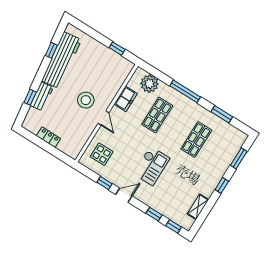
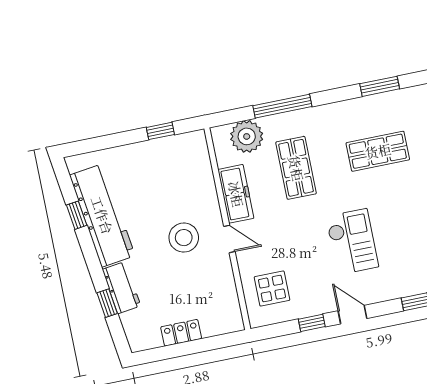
window: (185, 91) -> (282, 106), moved
freezer: (126, 99) -> (236, 194), width x1.40
shop shelf: (196, 140) -> (378, 151), turned 90
door: (124, 195) -> (352, 315), hinge flipped

